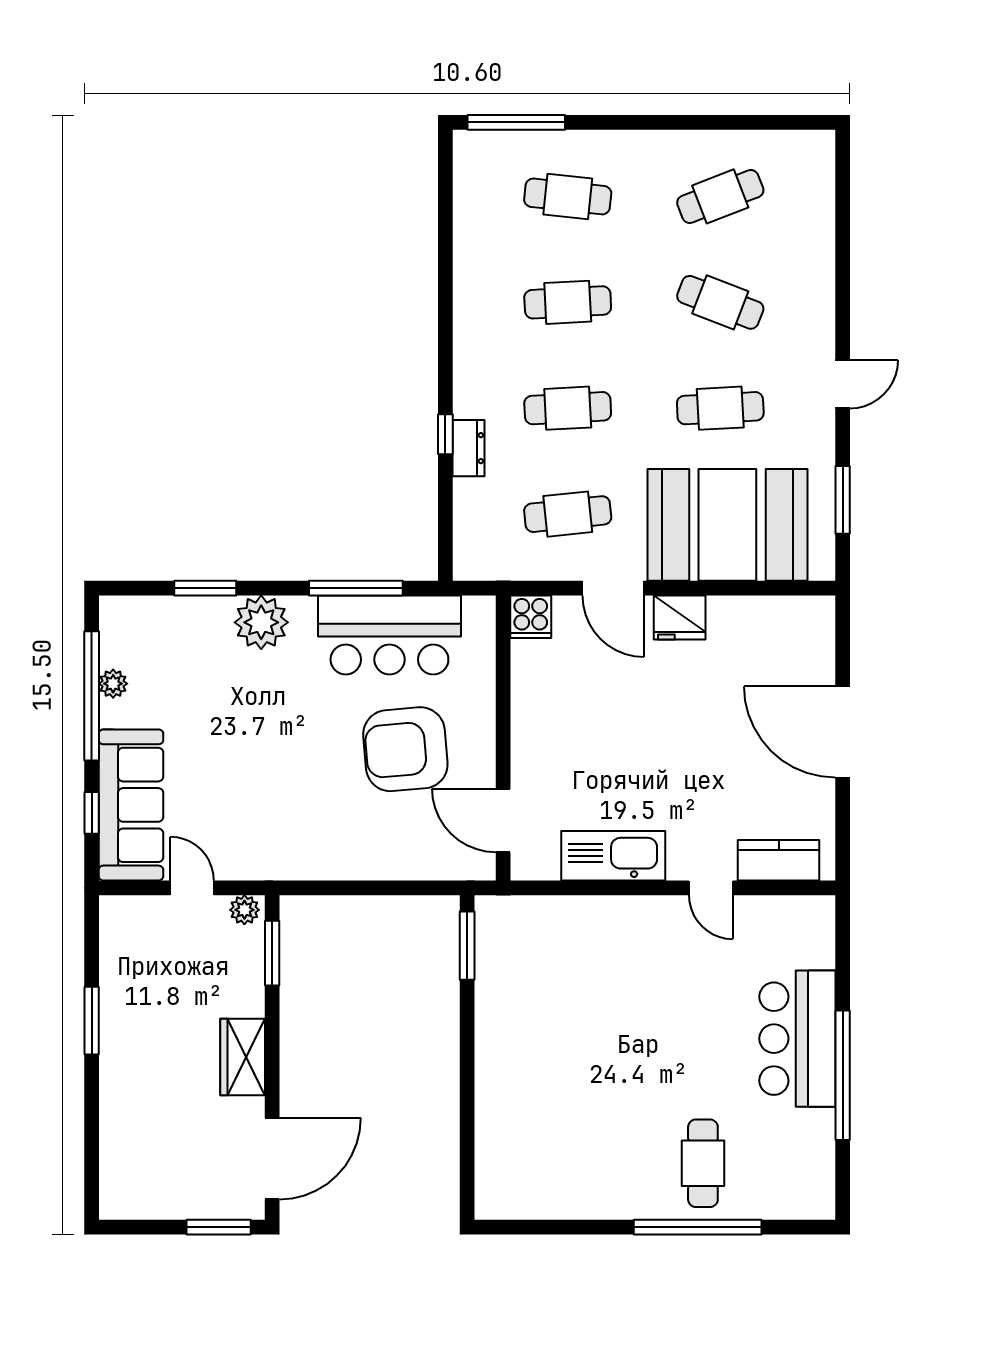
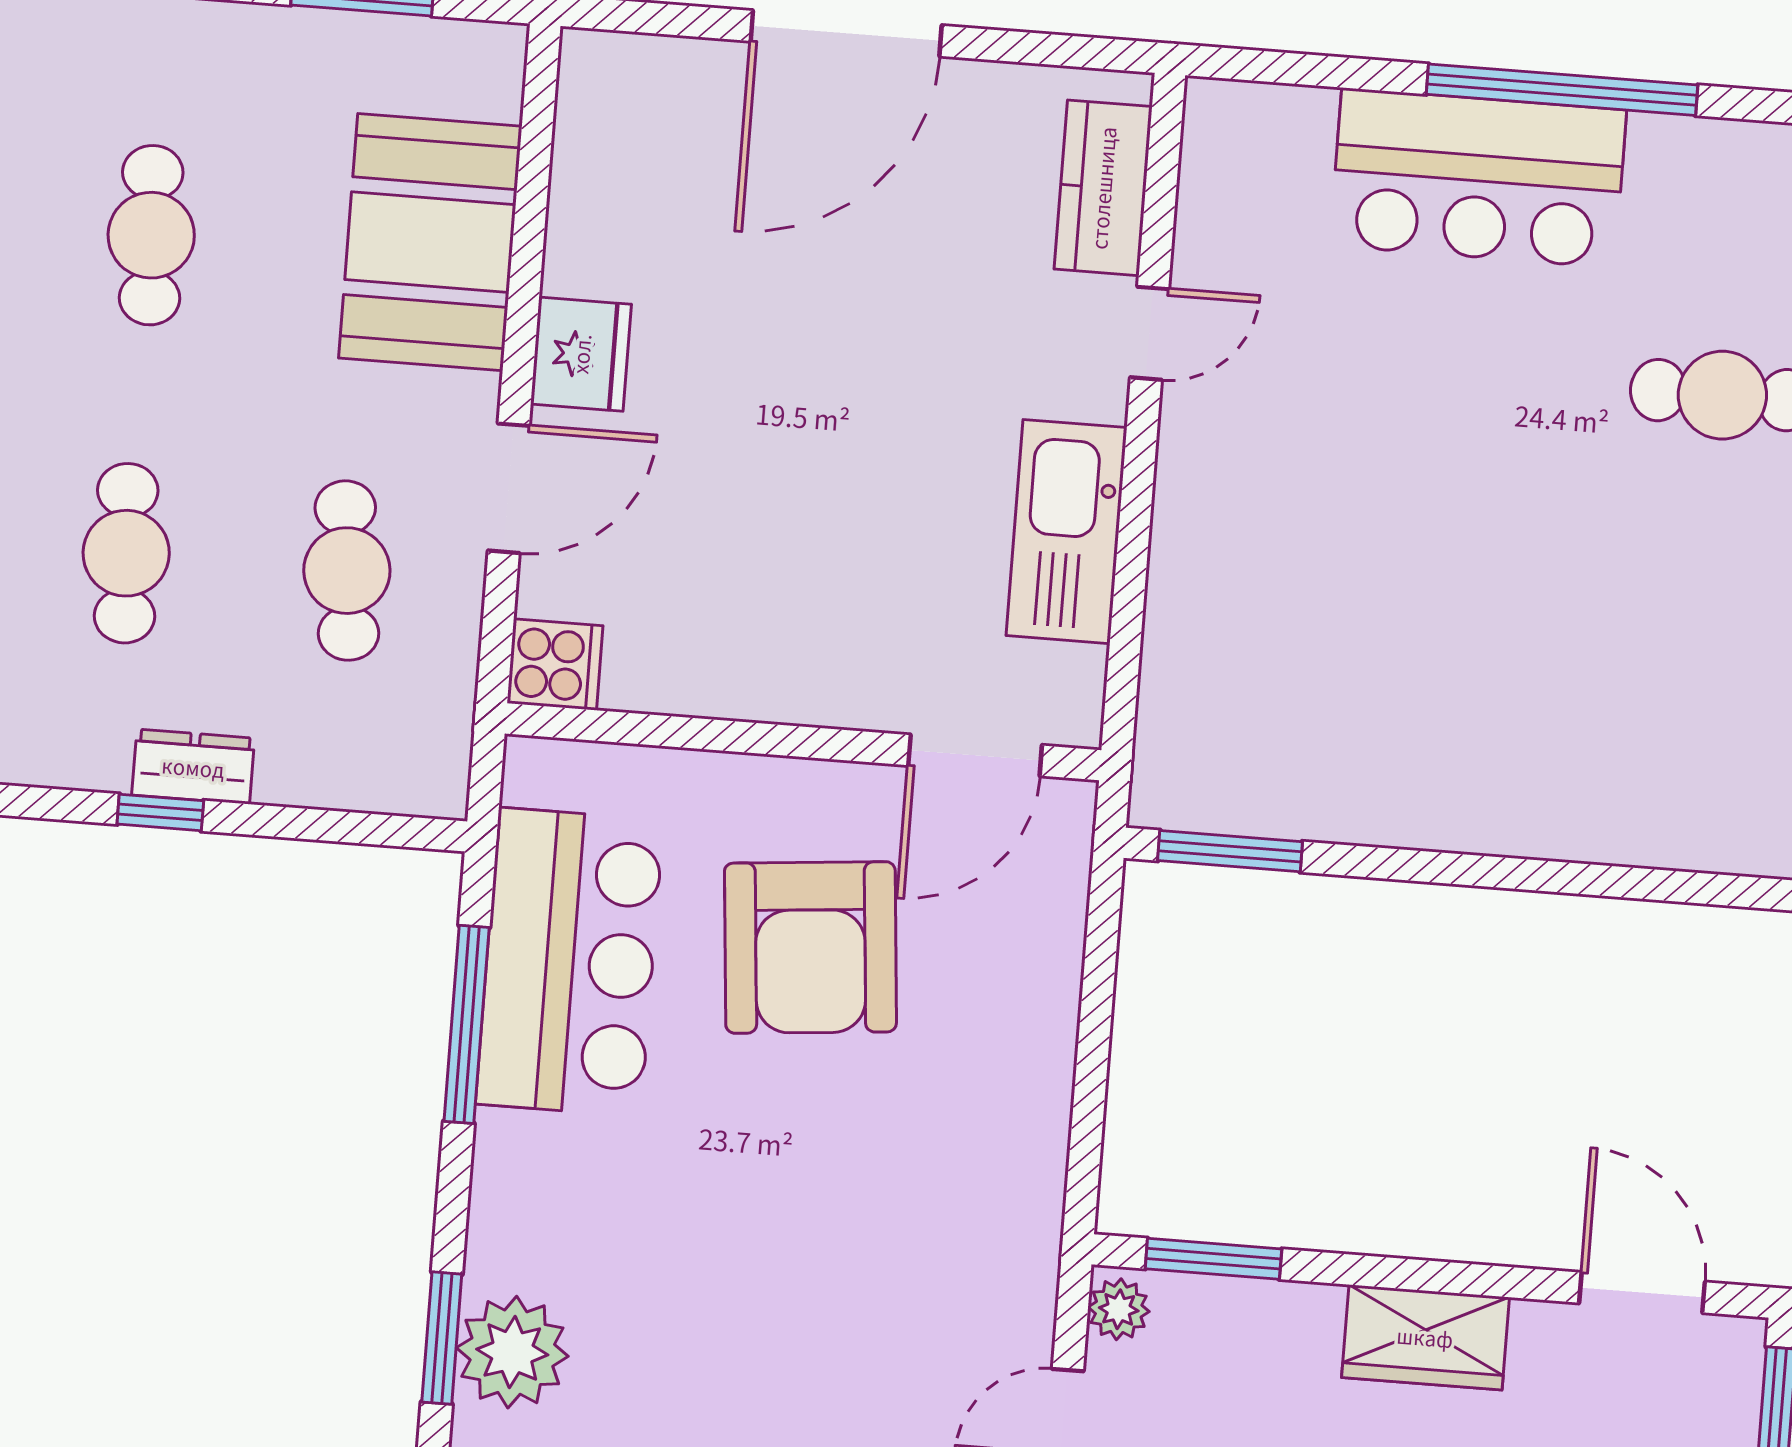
booth: (727, 525) -> (430, 242), width x0.73, depth x0.70
plant: (261, 622) -> (512, 1352), moved
door: (272, 1159) -> (1642, 1293), width x0.73

